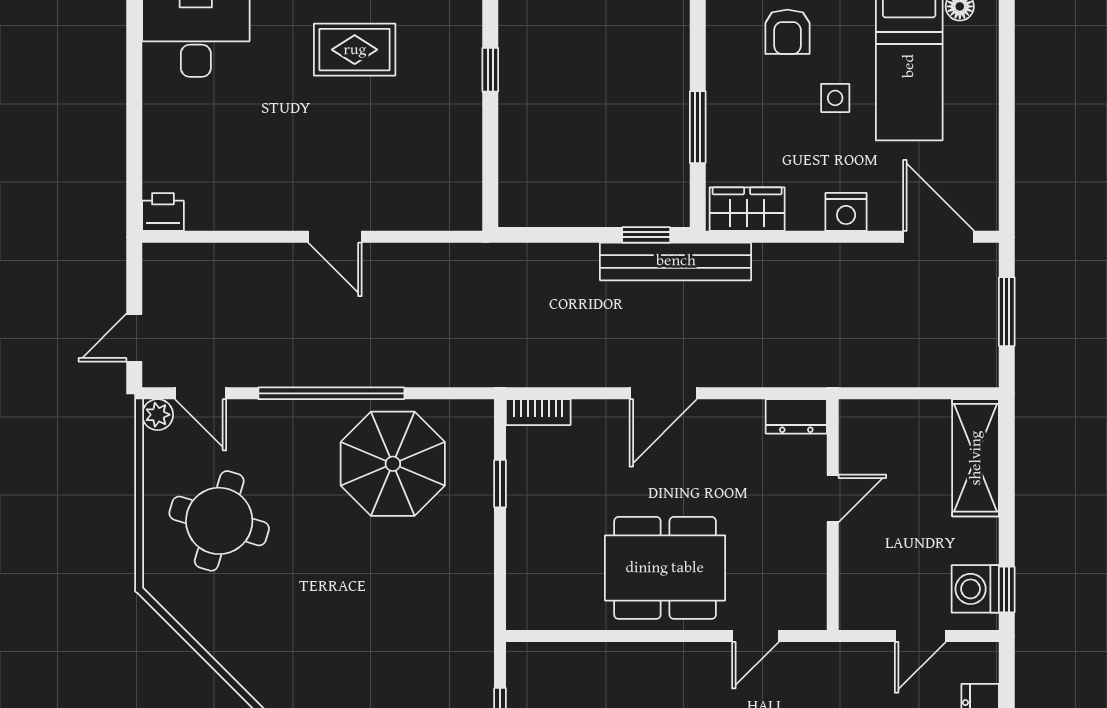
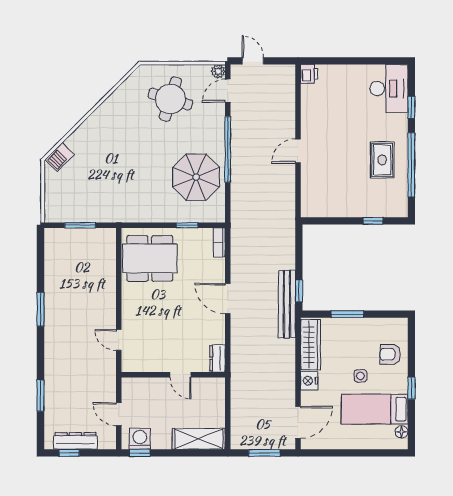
wardrobe: (747, 209) -> (310, 345), width x1.50
dining table: (665, 568) -> (150, 258), moved, turned 90

